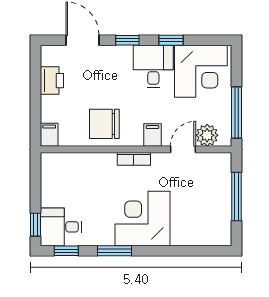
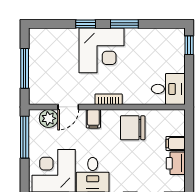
chair: (104, 124) -> (133, 128), turned 180
filing cabinet: (49, 135) -> (176, 143), moved, turned 90
desk: (61, 227) -> (168, 89), moved
window: (66, 251) -> (86, 24), moved

